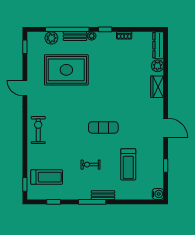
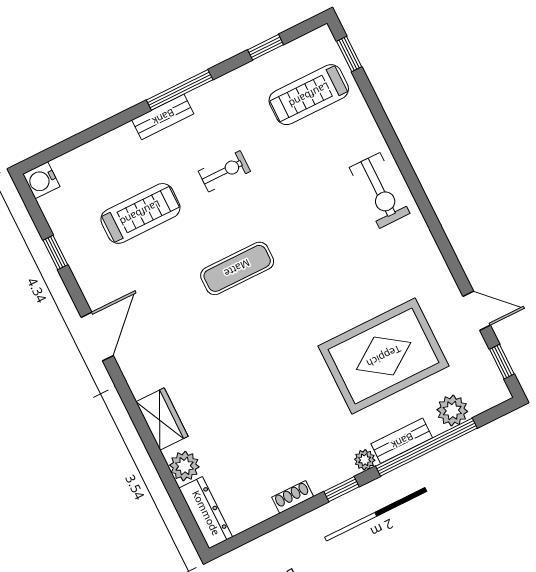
door: (25, 88) -> (477, 311), moved
door: (166, 128) -> (97, 337), swing flipped
treadmill: (128, 164) -> (140, 213), turned 90

